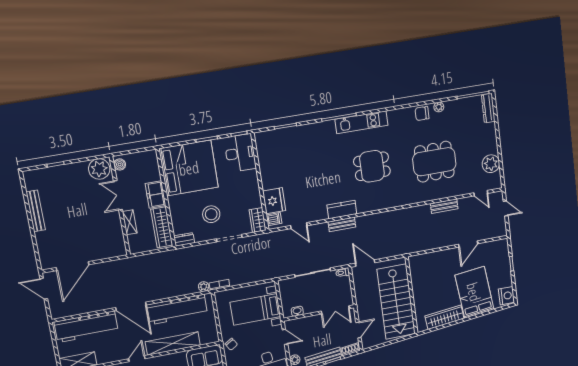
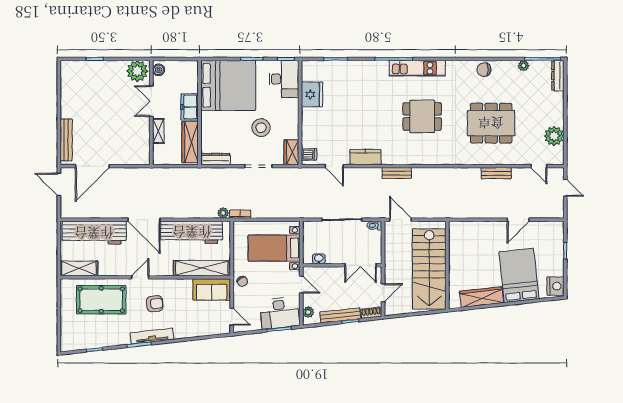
plant: (439, 107) -> (523, 66), moved
fridge: (274, 201) -> (312, 94), moved
kitchen counter: (342, 210) -> (365, 157), moved
bench: (36, 211) -> (66, 140), moved
stool: (211, 214) -> (261, 128), moved
bench: (342, 224) -> (397, 173), moved
dresser: (184, 239) -> (216, 159), width x1.44
shelving: (173, 343) -> (202, 268), moved

